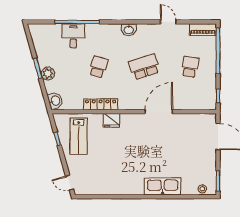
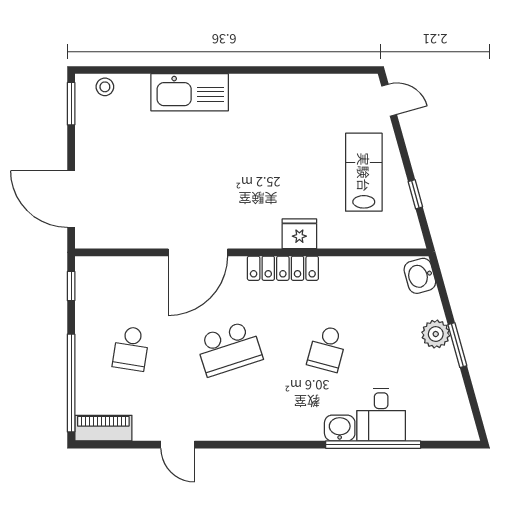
washbasin: (129, 30) -> (340, 428), moved
locker: (101, 104) -> (283, 268), moved
lab bench: (79, 136) -> (364, 172), moved

